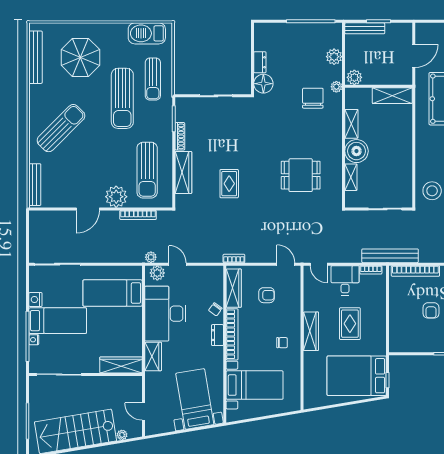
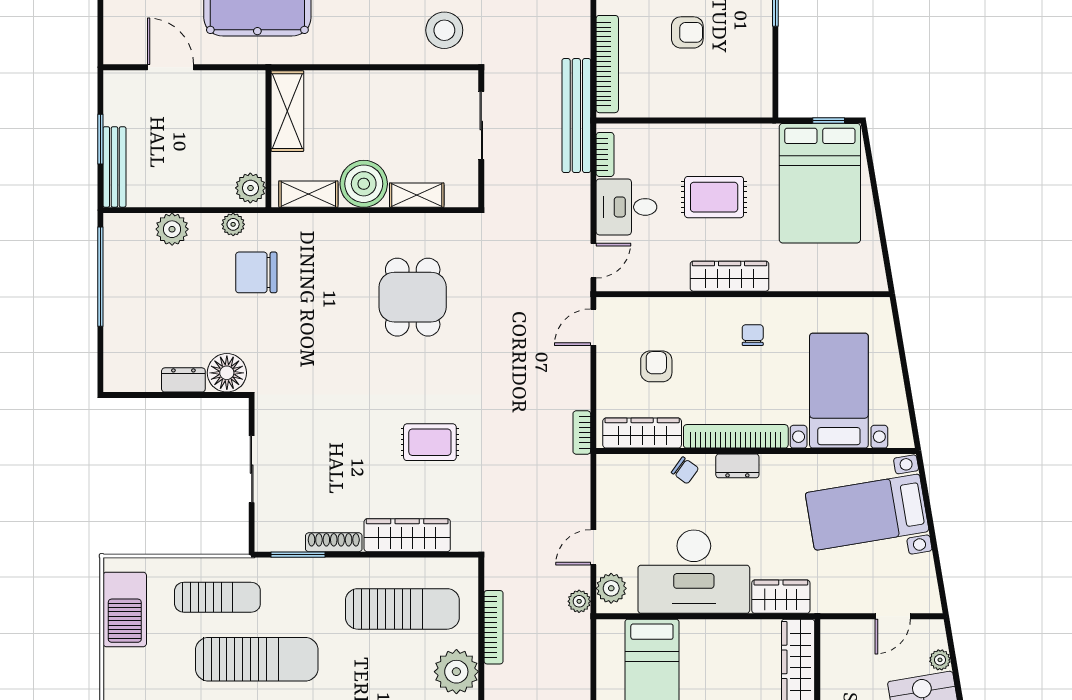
plant: (354, 77) -> (250, 188), moved
wall: (379, 86) -> (268, 139), moved
shelving: (392, 96) -> (287, 111), moved

